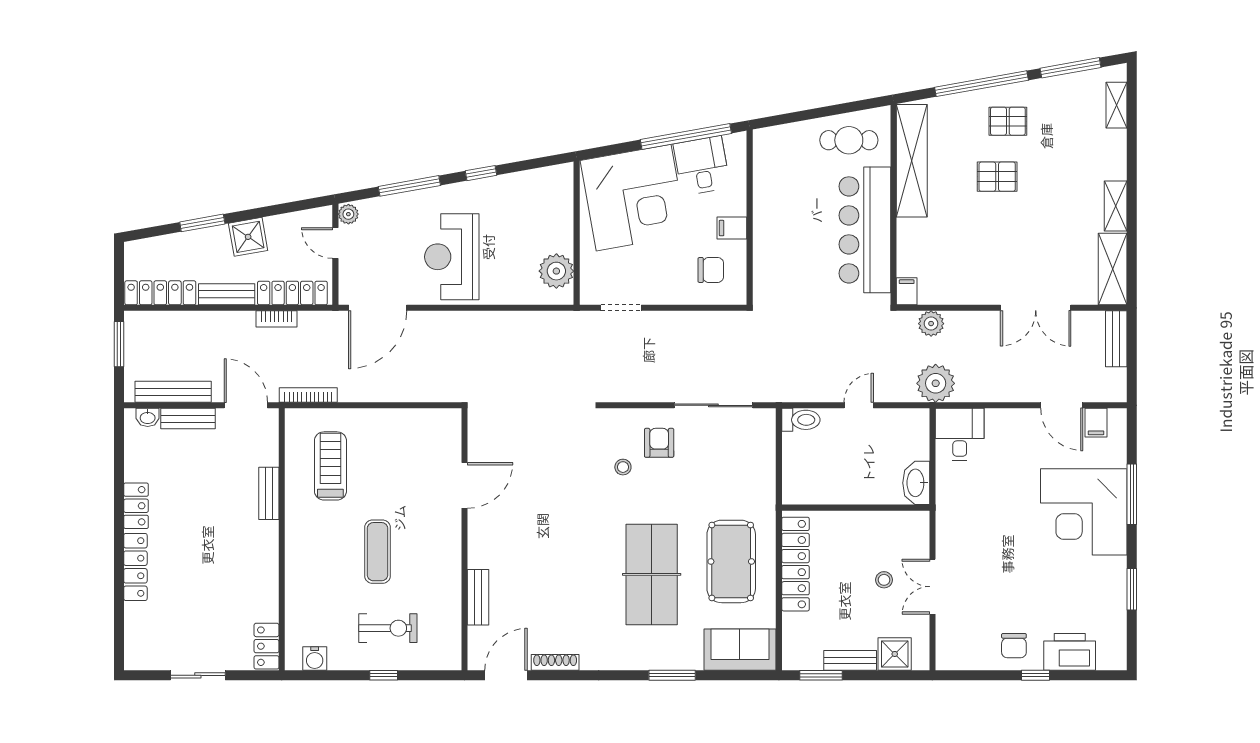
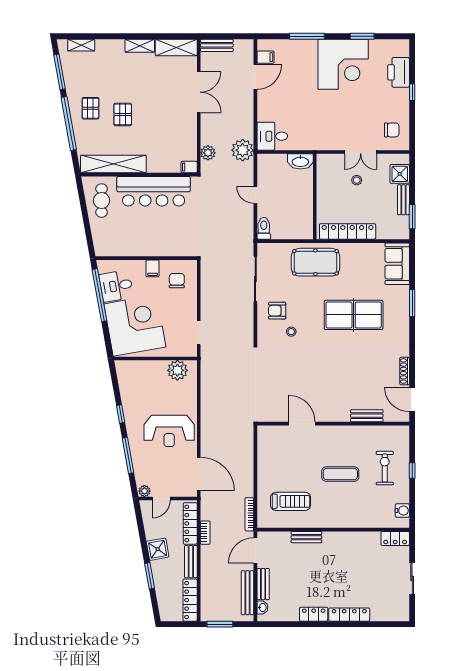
treadmill: (330, 466) -> (291, 501), turned 180
corner desk: (1084, 512) -> (343, 64), moved
pool table: (731, 561) -> (315, 262), moved
chair: (1014, 646) -> (392, 130), moved

